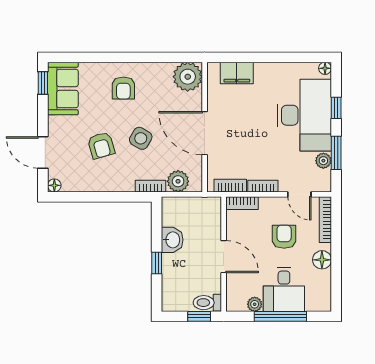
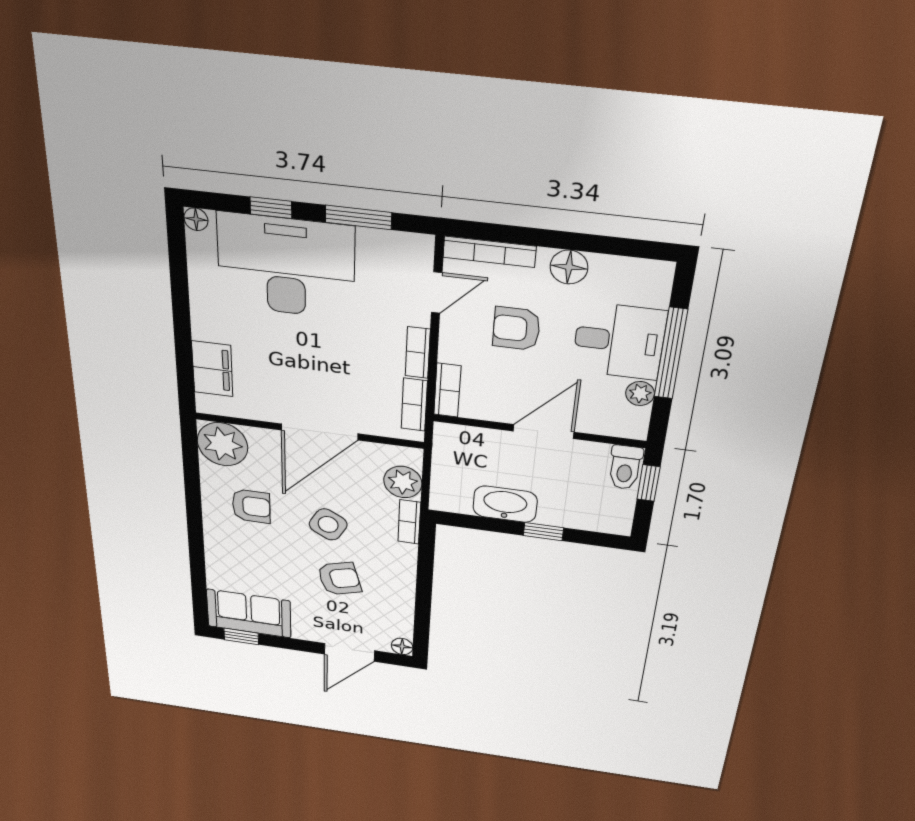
armchair: (123, 88) -> (251, 506), moved
plant: (323, 161) -> (373, 242), removed
washbasin: (172, 240) -> (505, 504), width x1.38

